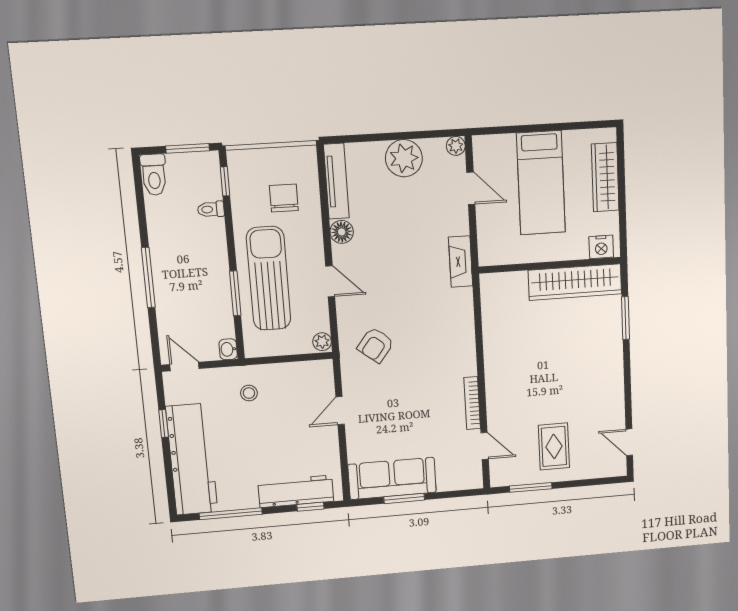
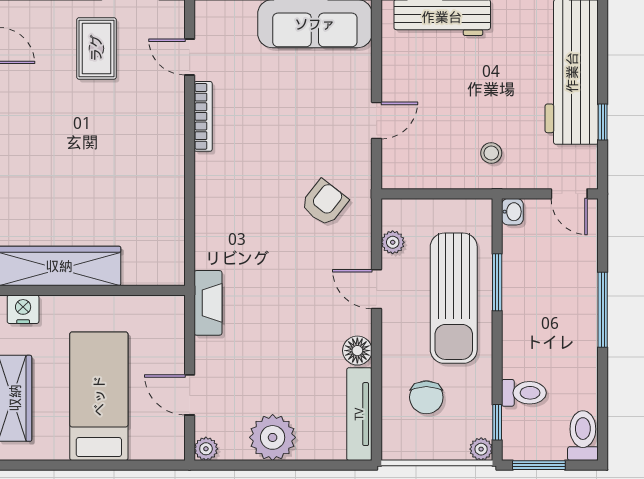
plant: (236, 159) -> (481, 449), added
toilet: (211, 209) -> (524, 393), width x1.37, depth x1.39
plant: (322, 342) -> (393, 242), moved

